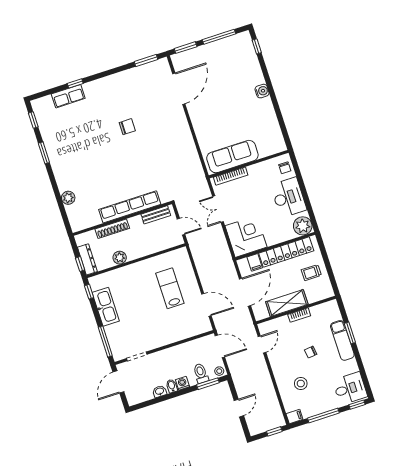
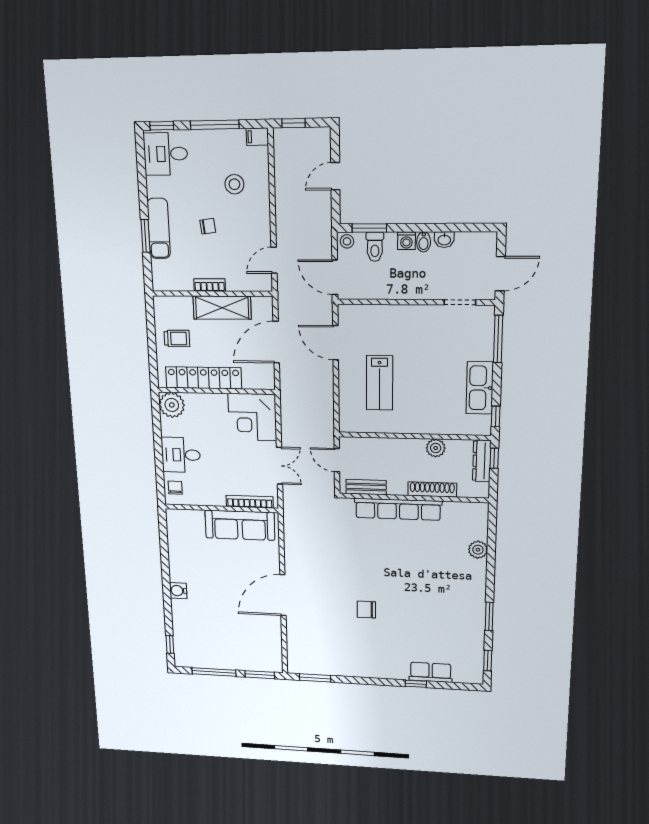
door: (179, 89) -> (283, 595), moved
desk: (289, 197) -> (181, 455), width x0.73
filing cabinet: (255, 262) -> (251, 378), removed

